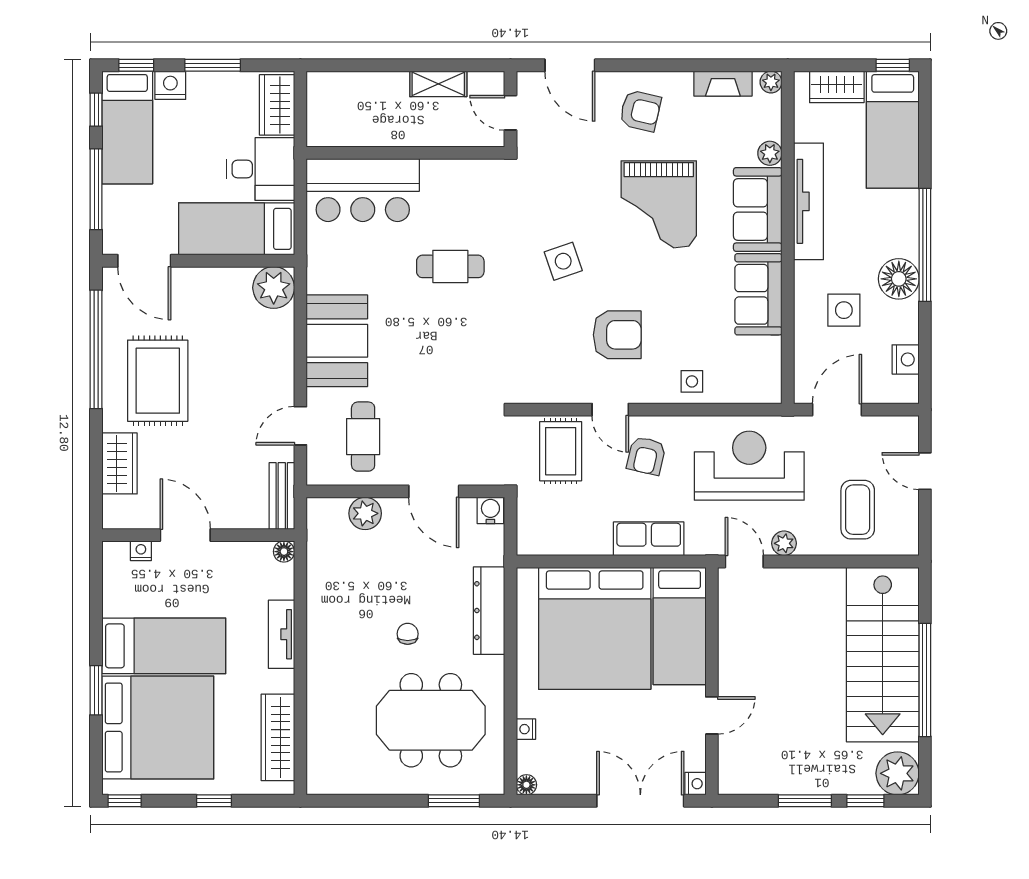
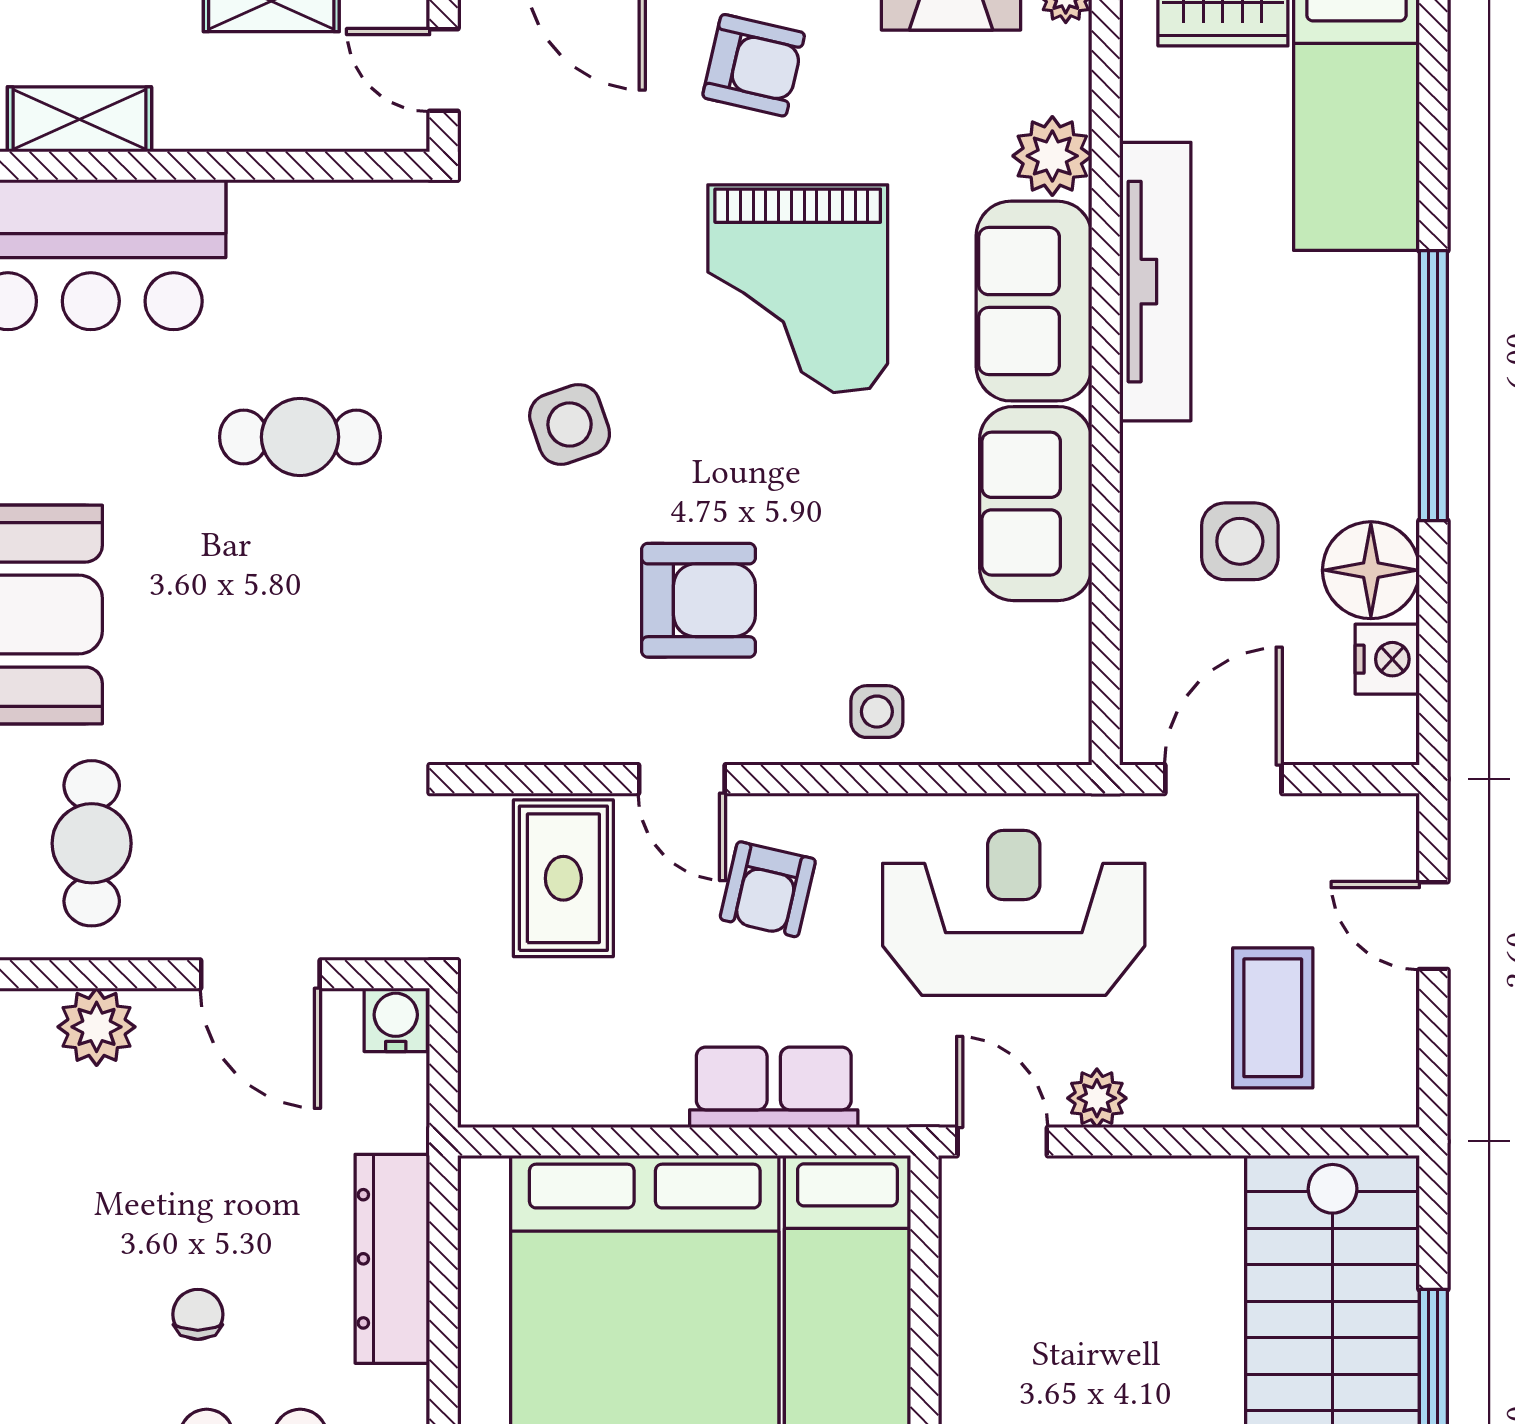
shelving: (358, 133) -> (79, 119), added
plant: (770, 153) -> (1052, 156), width x1.38, depth x1.38
floor lamp: (899, 279) -> (1371, 570), moved

